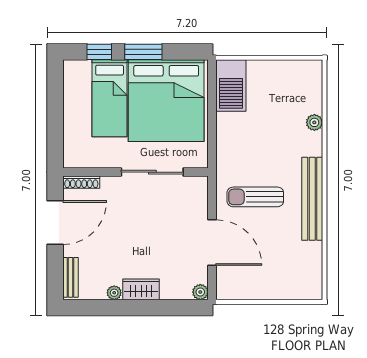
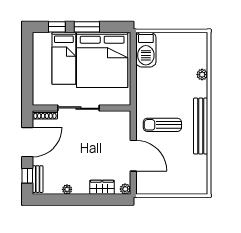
sliding door: (152, 172) -> (78, 108), moved
window: (55, 272) -> (27, 176), added
wardrobe: (141, 289) -> (102, 187), moved

